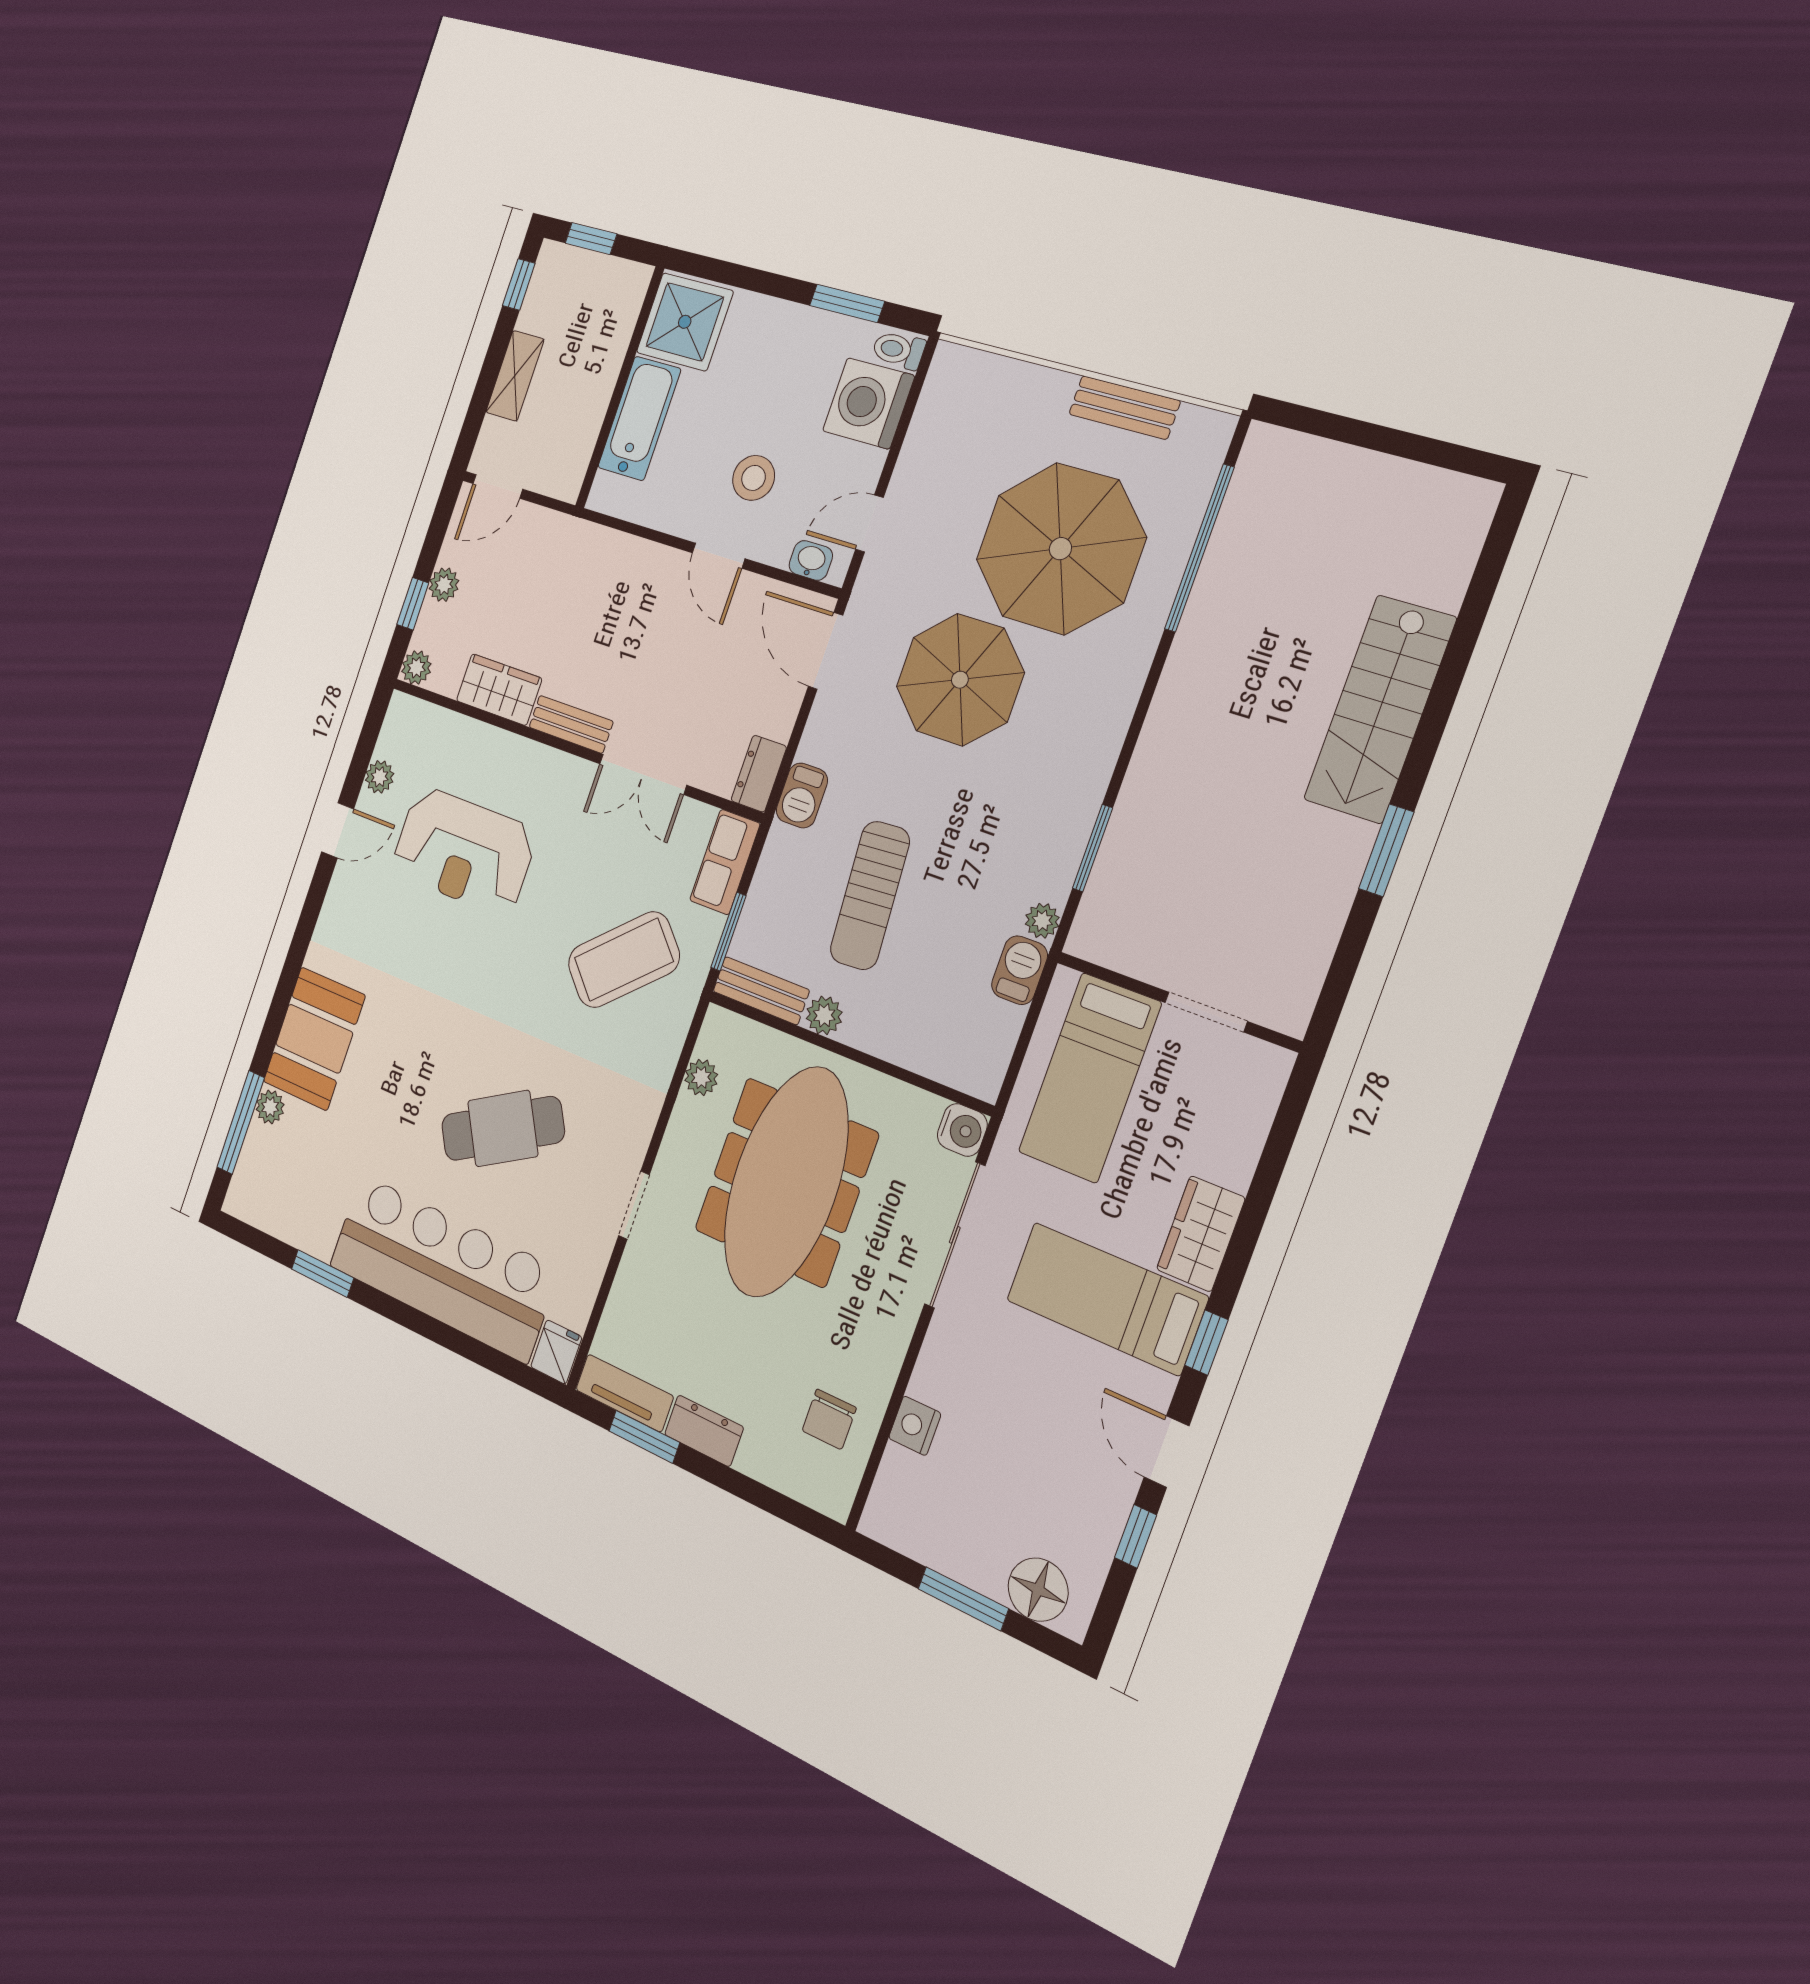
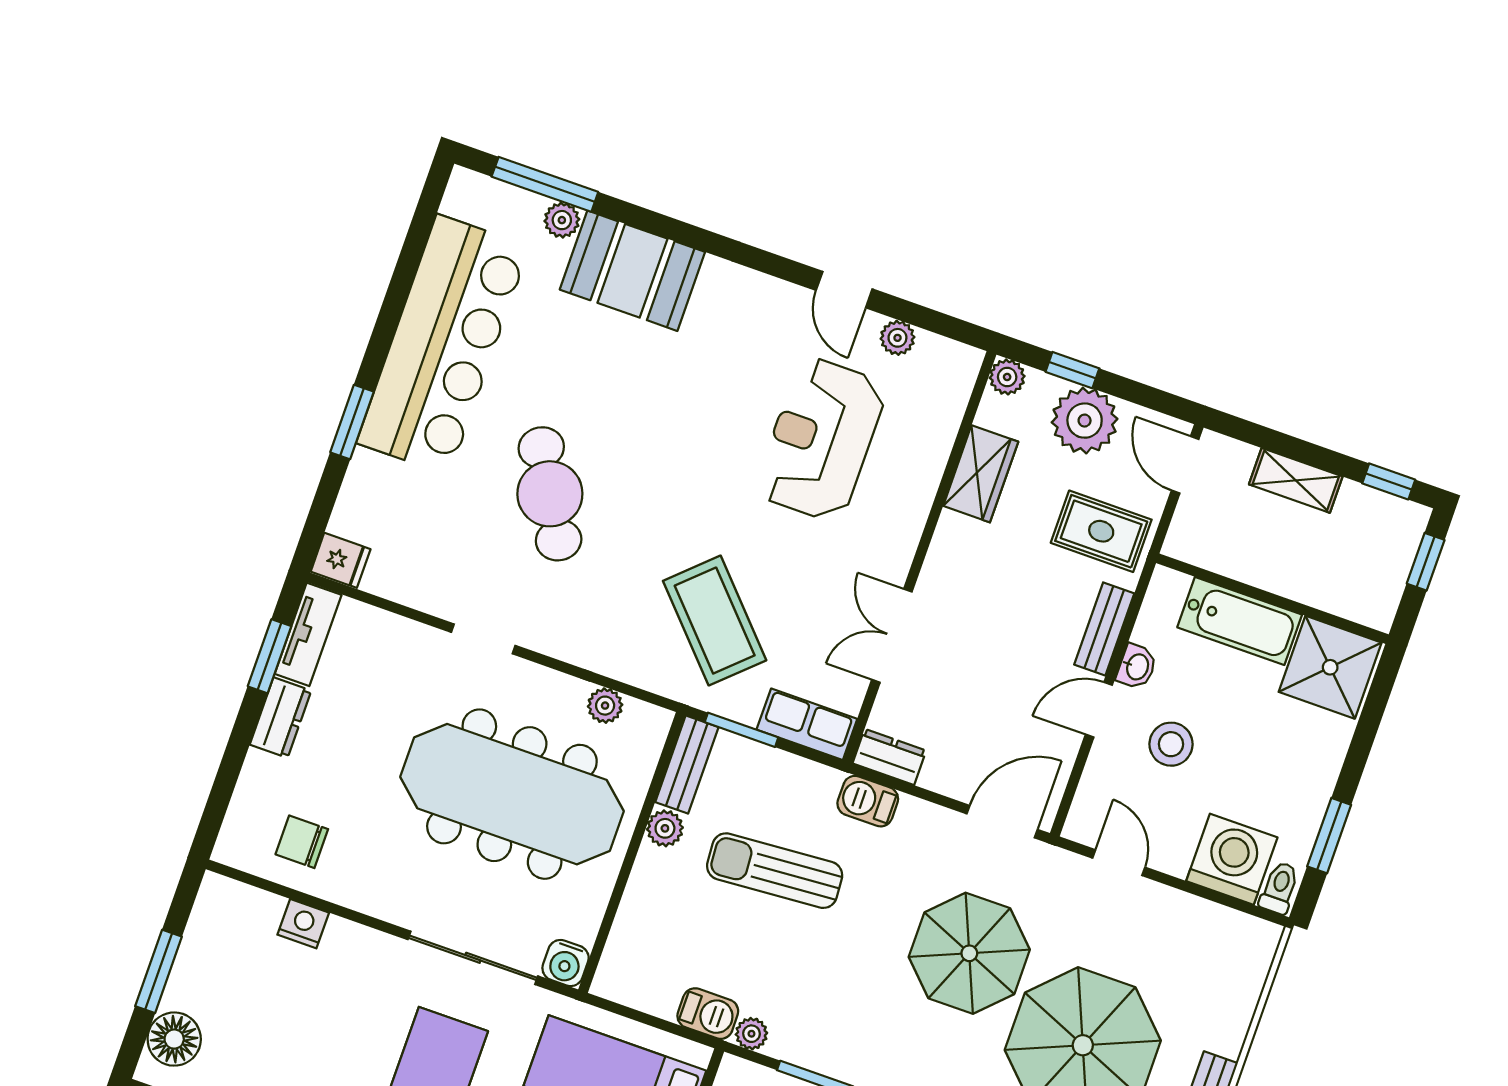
washbasin: (811, 560) -> (1137, 667), moved
rug: (554, 565) -> (1101, 531), added
plant: (444, 585) -> (1085, 421), width x1.88, depth x1.88
bench: (571, 724) -> (1104, 629), moved
bar counter: (443, 1267) -> (443, 345), moved
window: (323, 1273) -> (352, 422), moved

